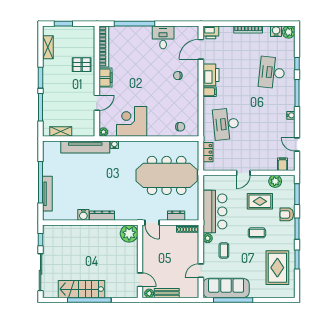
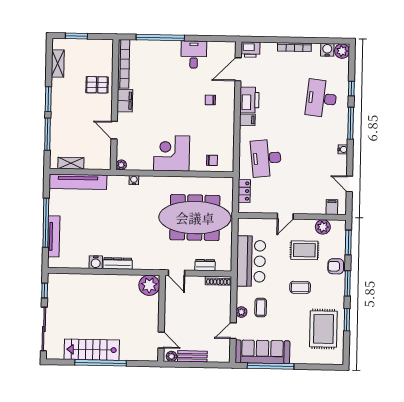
door: (97, 103) -> (114, 130), swing flipped
corner desk: (132, 121) -> (172, 153), moved
tv unit: (85, 147) -> (78, 182), moved
plant: (208, 238) -> (241, 312), moved

